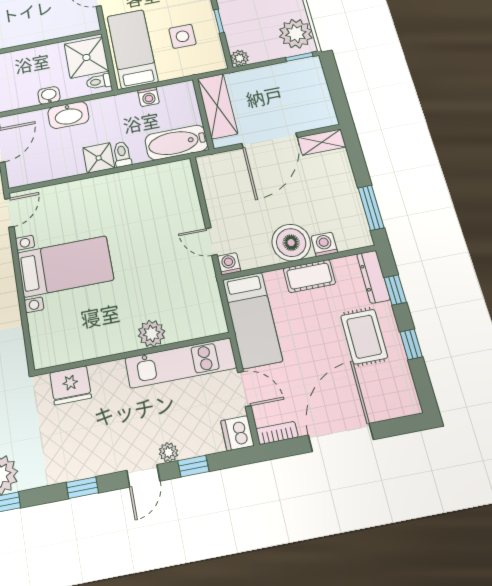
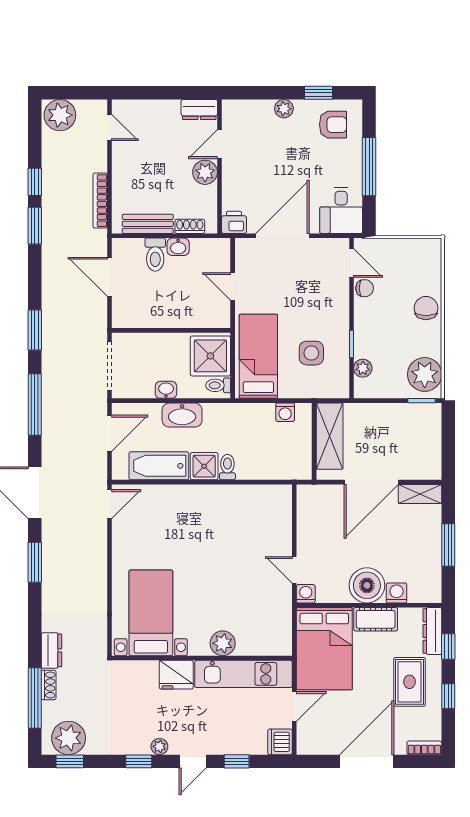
plant: (240, 58) -> (363, 368), moved
washing machine: (149, 97) -> (285, 412), moved
bathtub: (176, 143) -> (159, 466), moved
window: (371, 208) -> (448, 545), moved
bed with nightstands: (65, 266) -> (151, 613), moved, turned -90
bed: (252, 320) -> (324, 649), width x1.50
fridge: (71, 385) -> (176, 675), moved
door: (244, 389) -> (294, 707), hinge flipped
bookcase: (277, 433) -> (424, 748), moved
plant: (168, 452) -> (159, 746), moved

